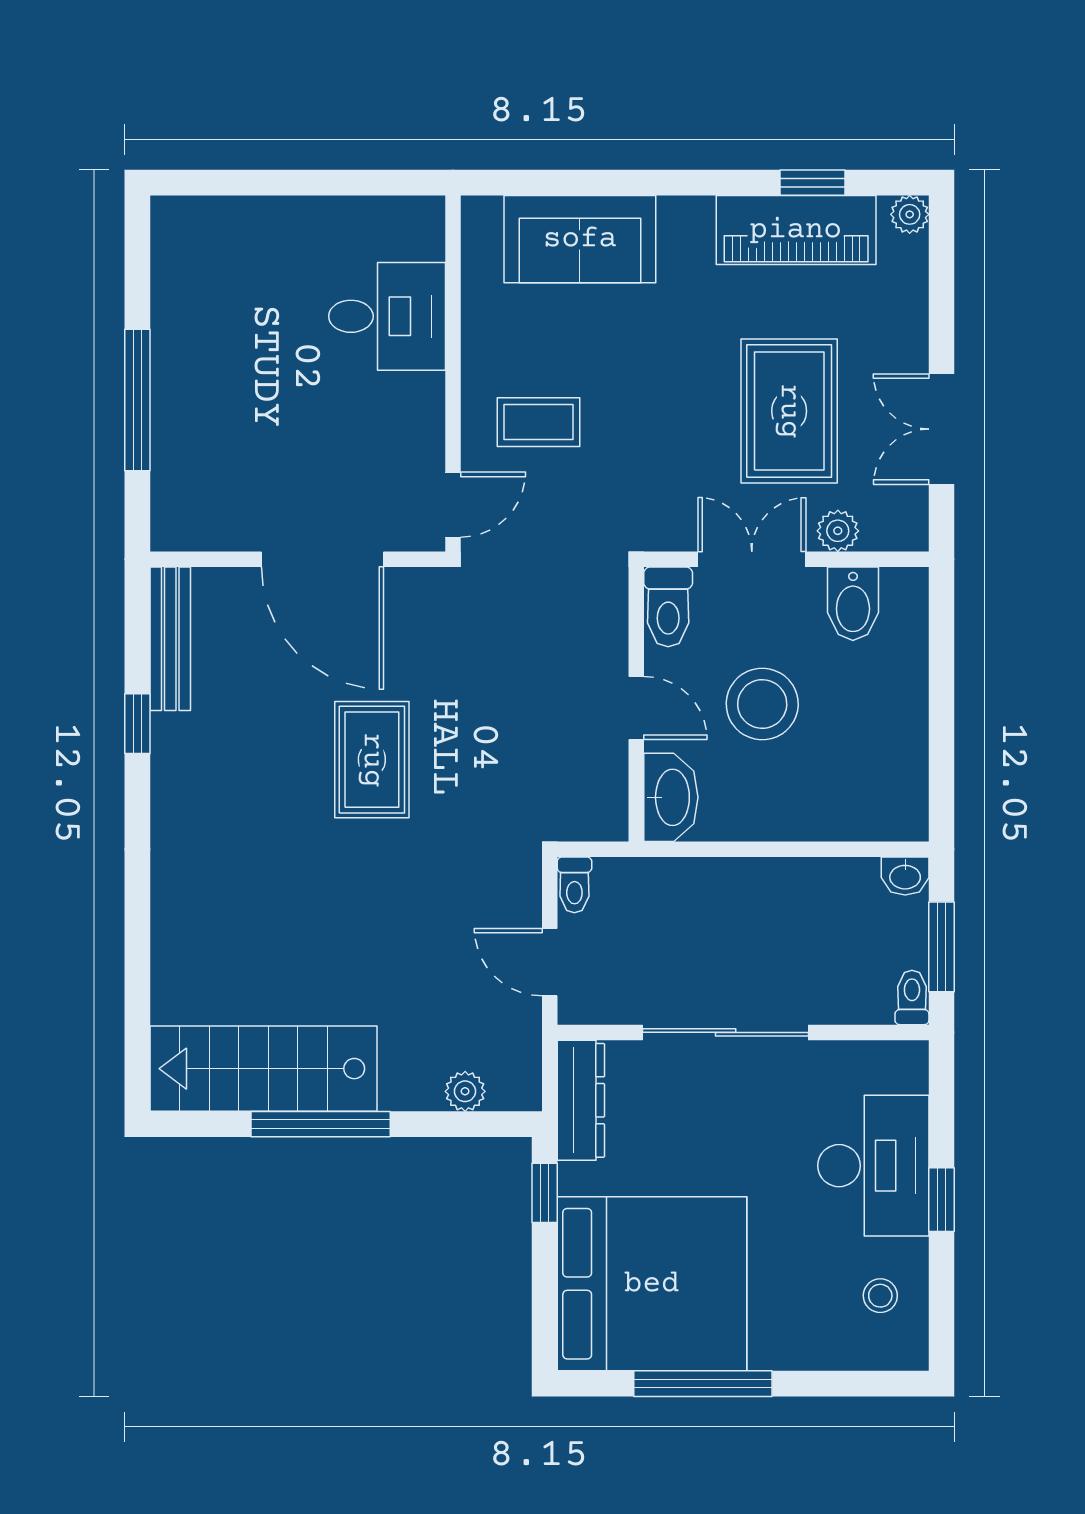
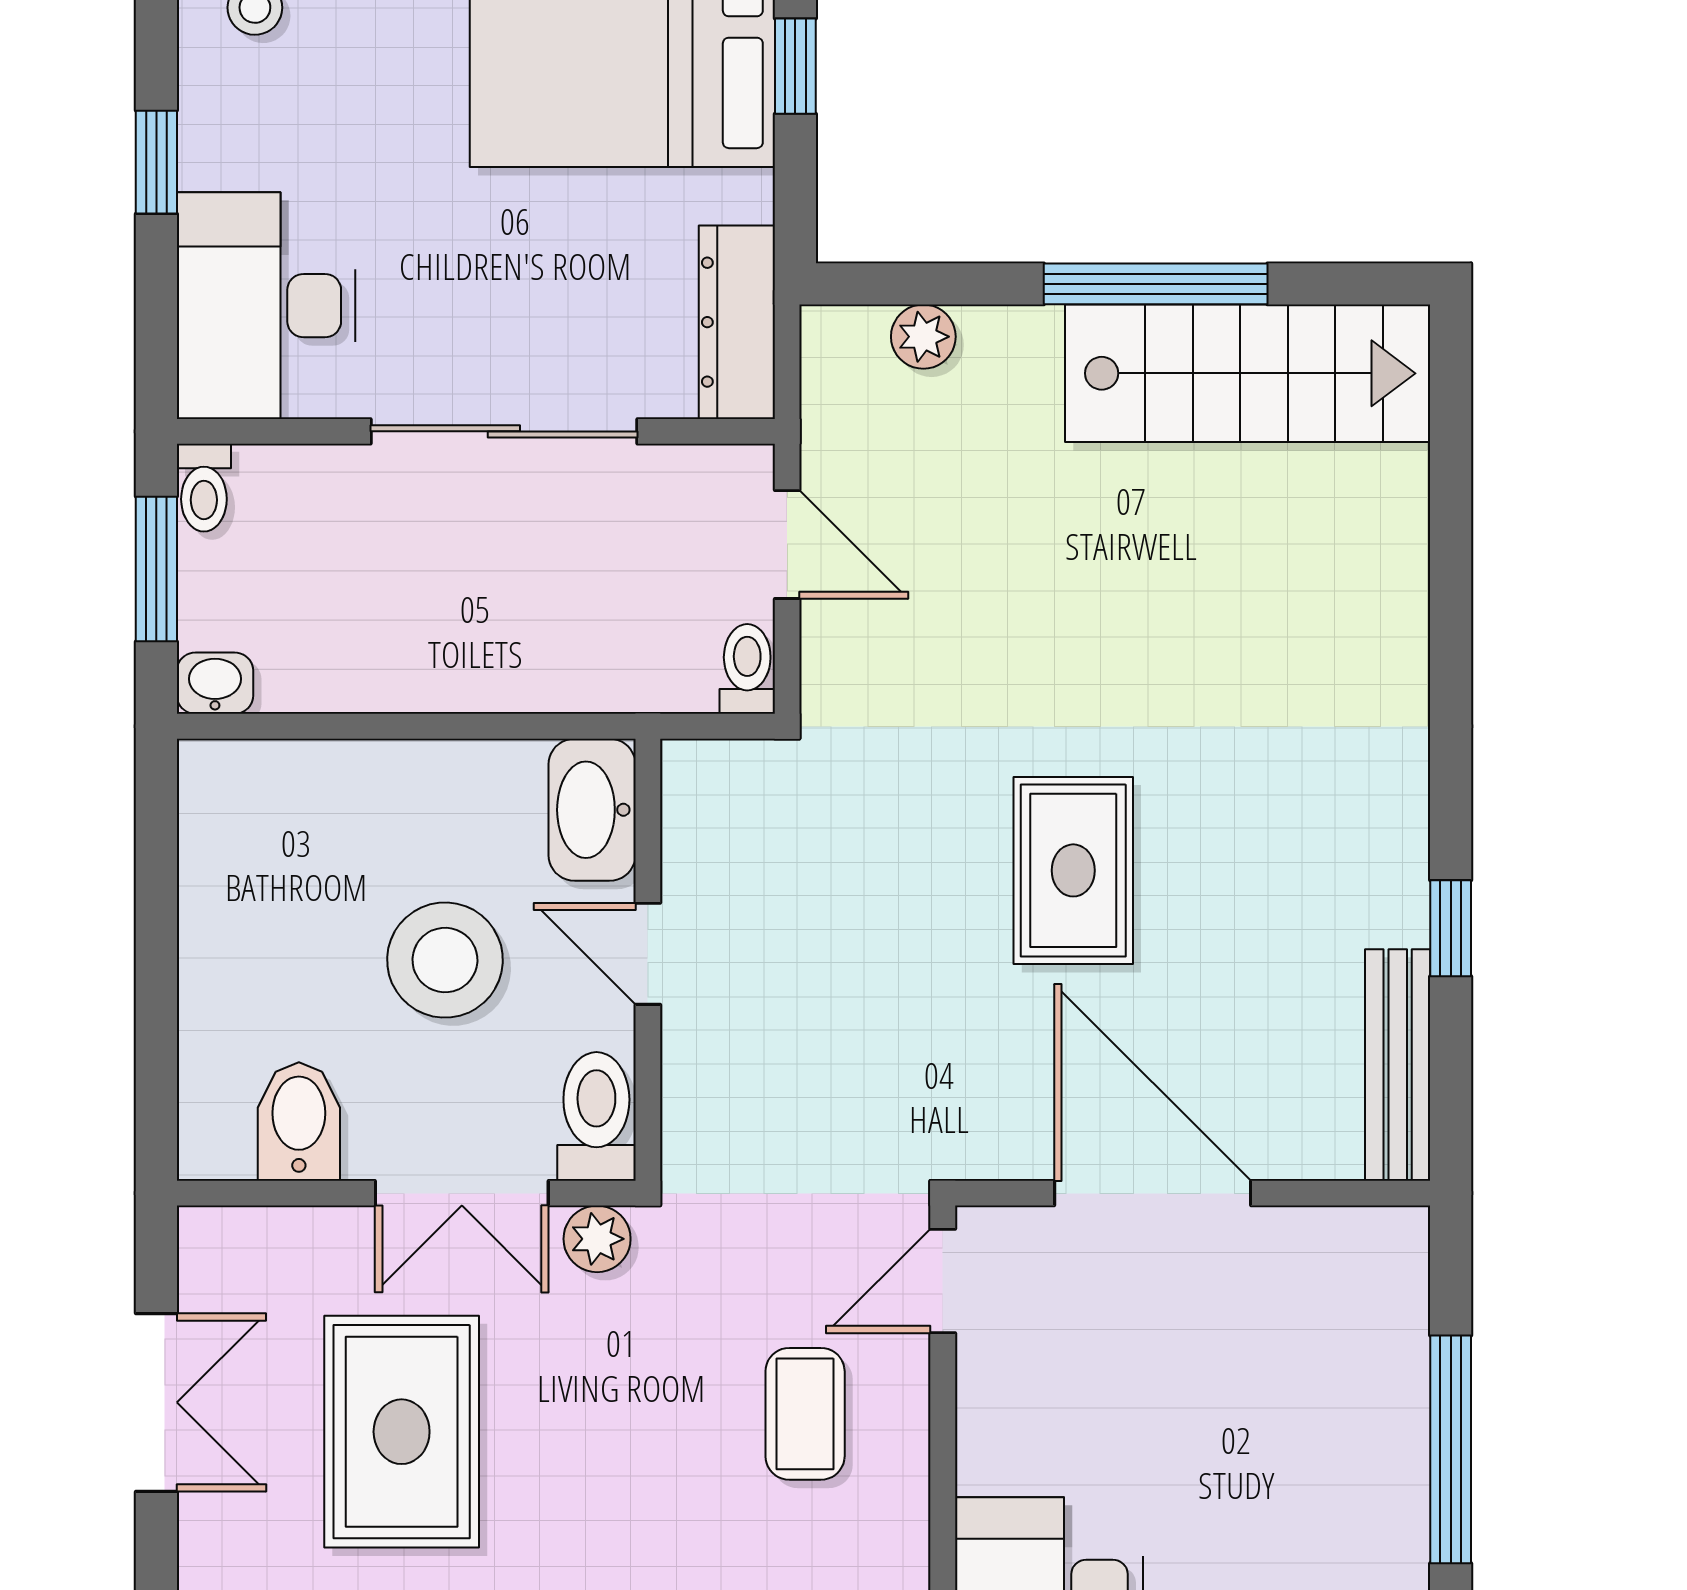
coffee table: (538, 422) -> (805, 1414), turned 90
plant: (838, 531) -> (597, 1239), moved
desk: (873, 1166) -> (266, 306), moved
window: (545, 1193) -> (795, 66), moved

